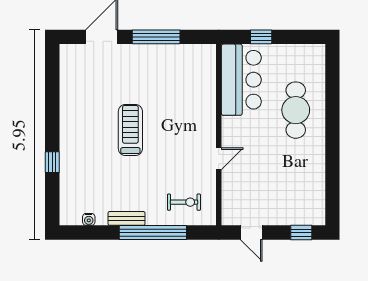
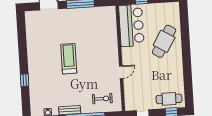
cafe table: (296, 110) -> (164, 41), turned 31
cafe table: (298, 210) -> (169, 99), added

